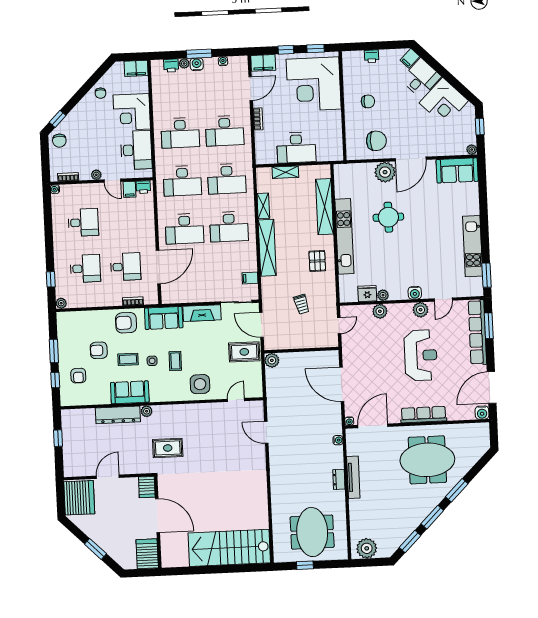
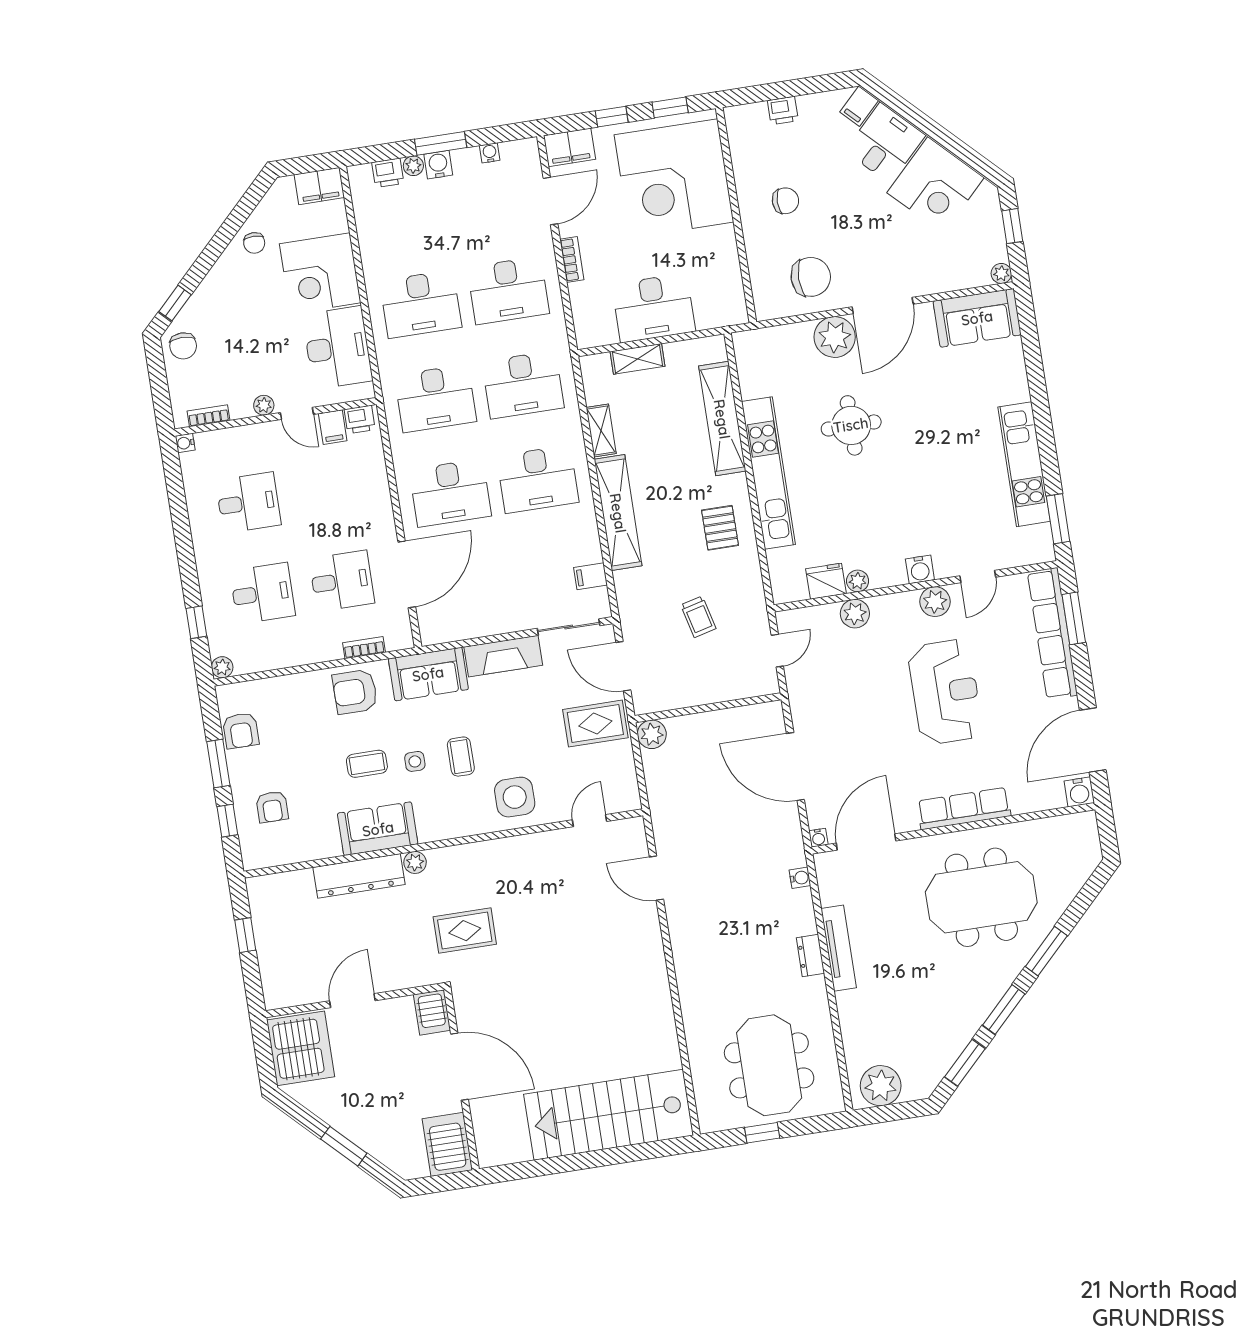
armchair: (99, 350) -> (241, 731), moved, turned -90

